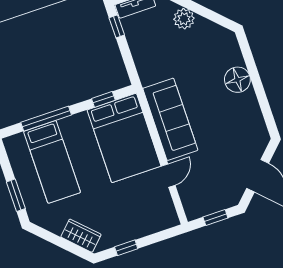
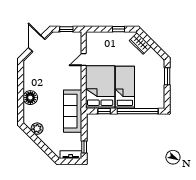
plant: (184, 19) -> (37, 129), moved
window: (46, 119) -> (138, 111), width x1.46
sofa: (170, 119) -> (73, 111), moved
bed: (52, 162) -> (125, 87), moved

